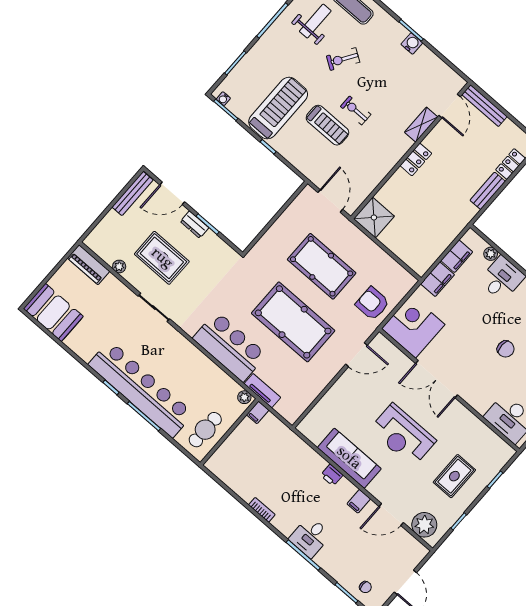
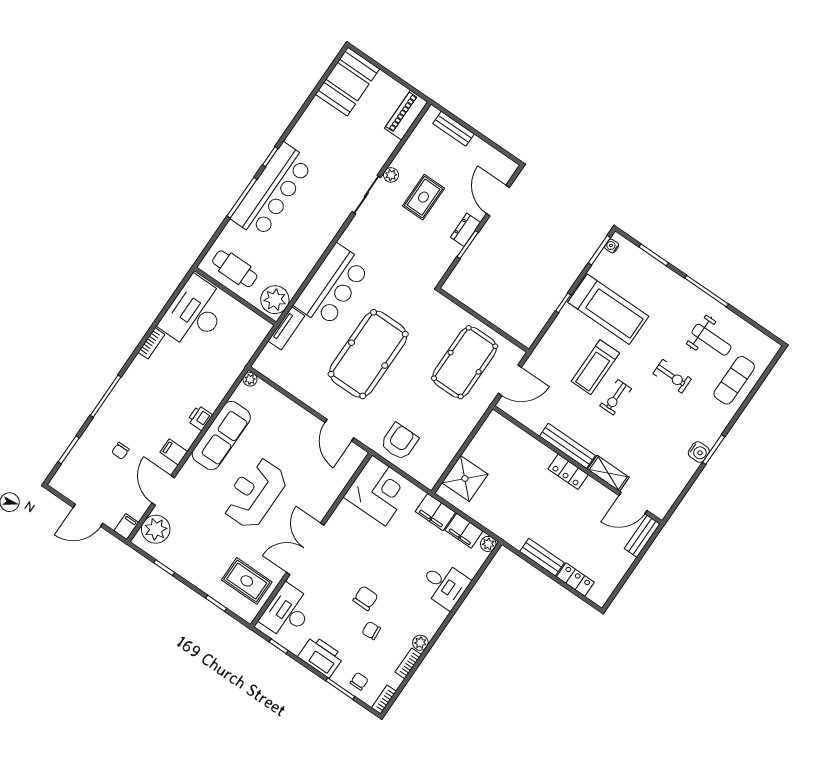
exercise bike: (343, 59) -> (672, 376), turned 147
bench: (485, 106) -> (642, 536), width x0.73
exercise bike: (356, 110) -> (616, 397), turned 180
bench: (393, 158) -> (567, 446), added
bench: (133, 193) -> (453, 129), moved, width x0.73
shower: (374, 217) -> (465, 478), moved
plant: (491, 254) -> (488, 544), moved
rug: (162, 258) -> (424, 197), width x0.73, depth x0.70
plant: (119, 266) -> (391, 175), moved
pool table: (322, 266) -> (465, 362), moved
chair: (506, 349) -> (365, 598), turned 180
double door: (437, 379) -> (305, 549), moved
bar counter: (141, 389) -> (272, 191), width x0.73
plant: (244, 397) -> (275, 300), width x1.88, depth x1.88
filing cabinet: (258, 412) -> (126, 527), moved, turned 90
plant: (303, 427) -> (250, 379), added
rug: (454, 476) -> (247, 581), moved
desk: (310, 537) -> (195, 313), moved, width x1.87, depth x1.30
chair: (365, 587) -> (120, 451), moved

